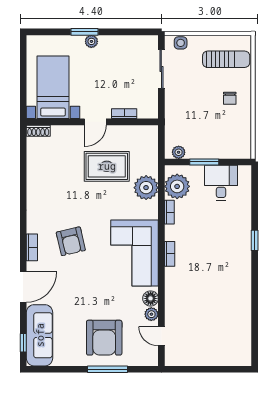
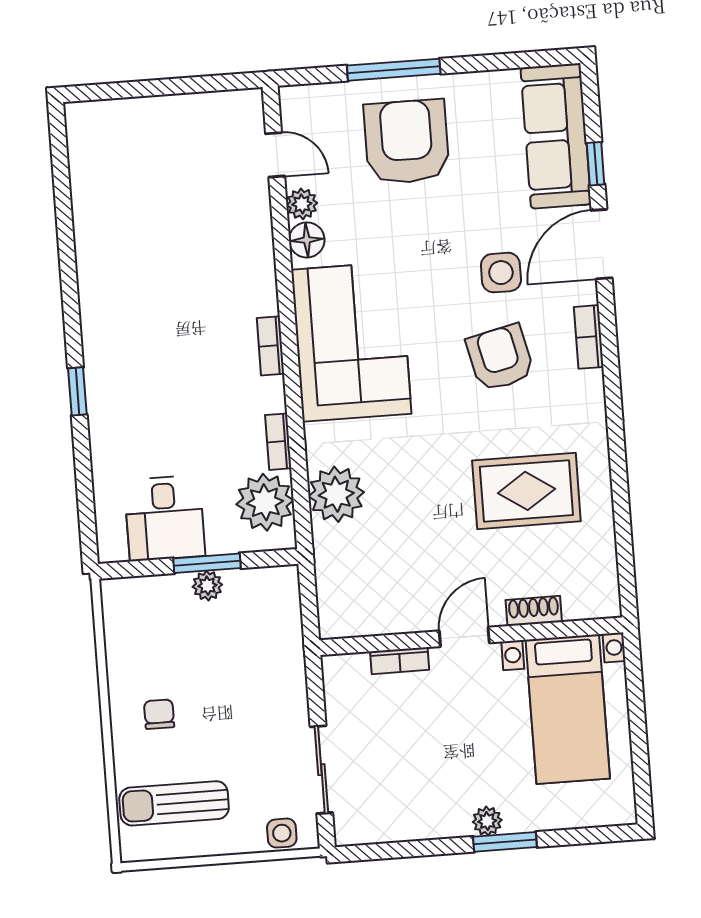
shoe rack: (38, 131) -> (534, 611), moved
plant: (179, 152) -> (207, 586), moved
rug: (107, 166) -> (526, 491), moved
side table: (68, 278) -> (501, 273), added
window: (23, 343) -> (596, 164), moved

